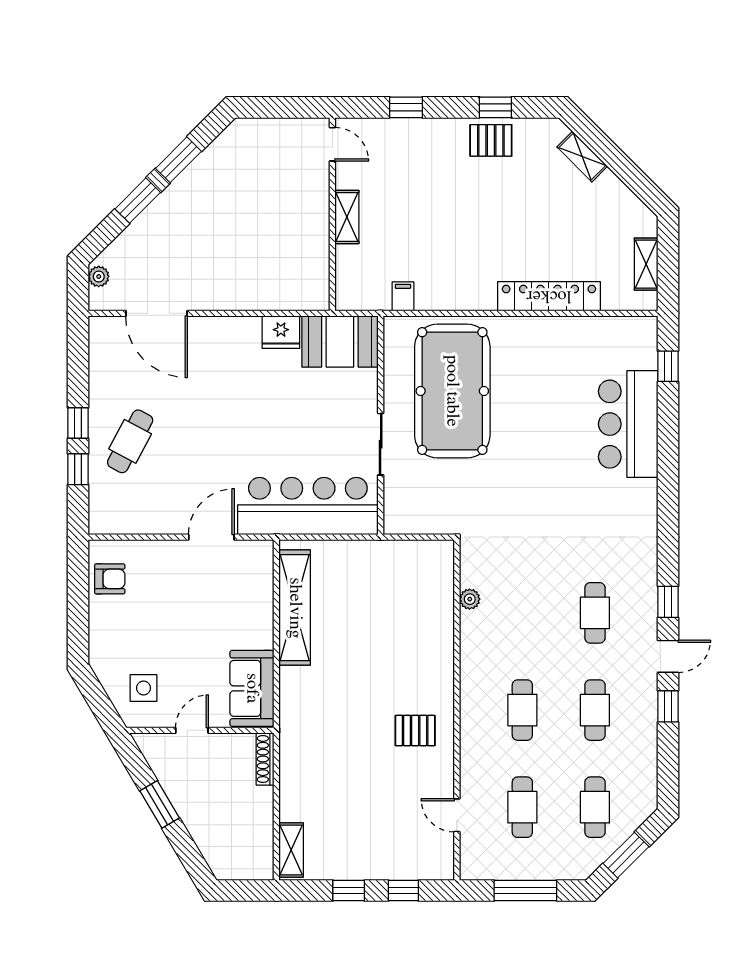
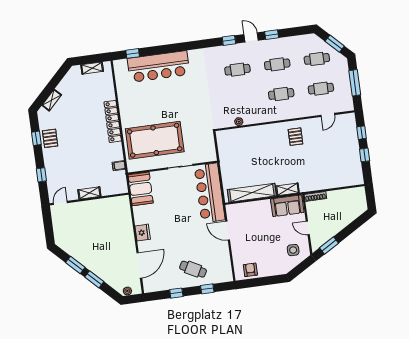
locker: (549, 296) -> (113, 121), moved
fridge: (281, 332) -> (143, 233), moved
window: (78, 423) -> (176, 293), moved
bar counter: (628, 424) -> (158, 67), width x1.36
window: (160, 804) -> (329, 245), moved
shelving: (291, 850) -> (287, 189), moved

